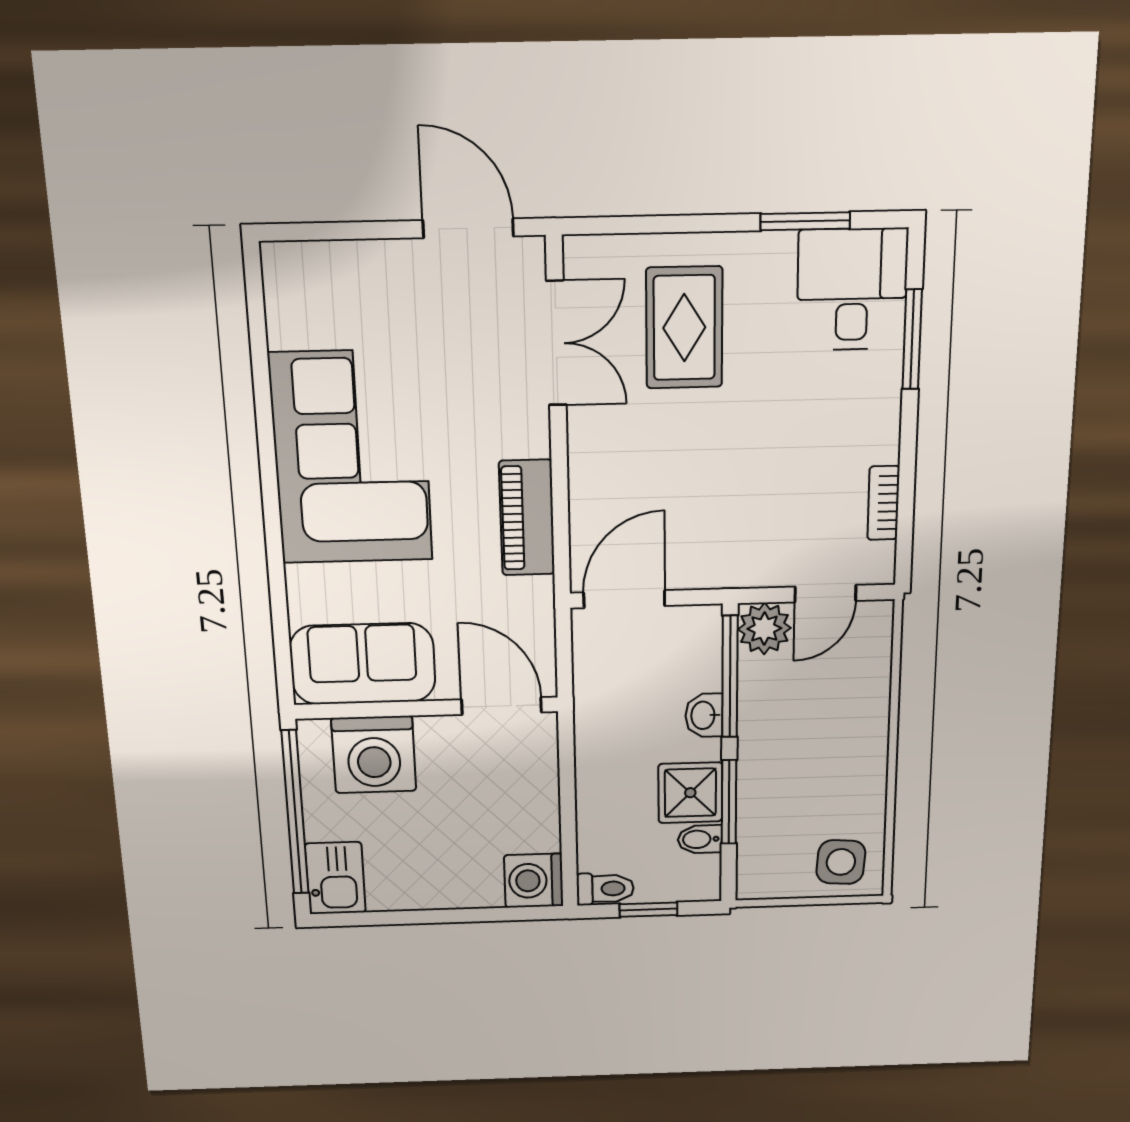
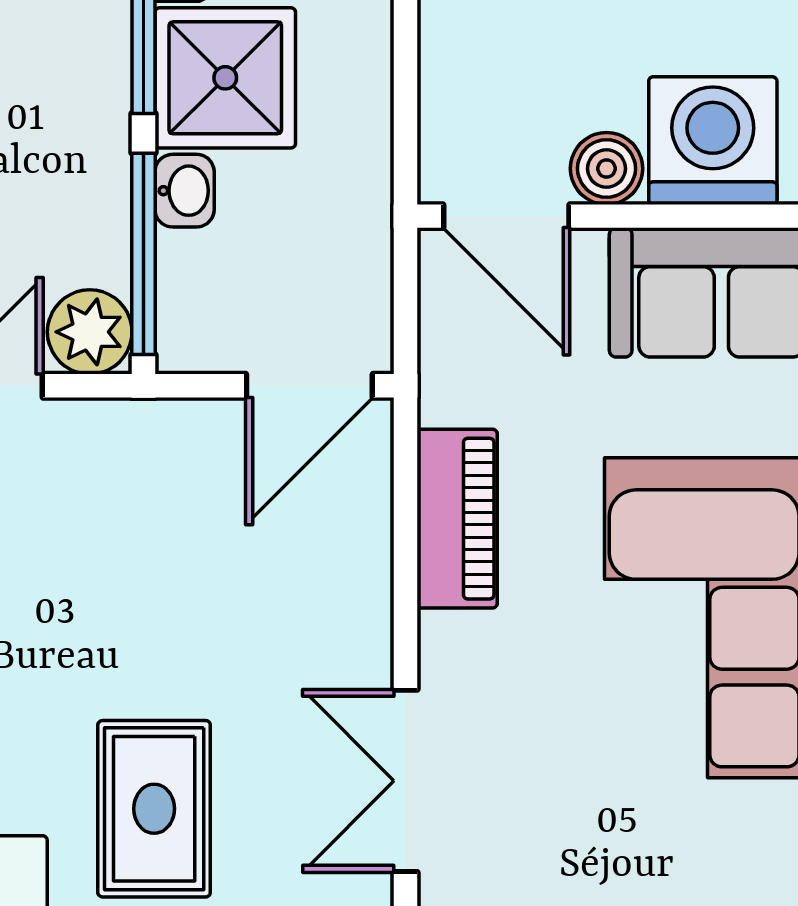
rug: (684, 328) -> (154, 809), moved
boiler: (440, 736) -> (606, 169), added
shower: (690, 793) -> (225, 78), width x1.36, depth x1.36

